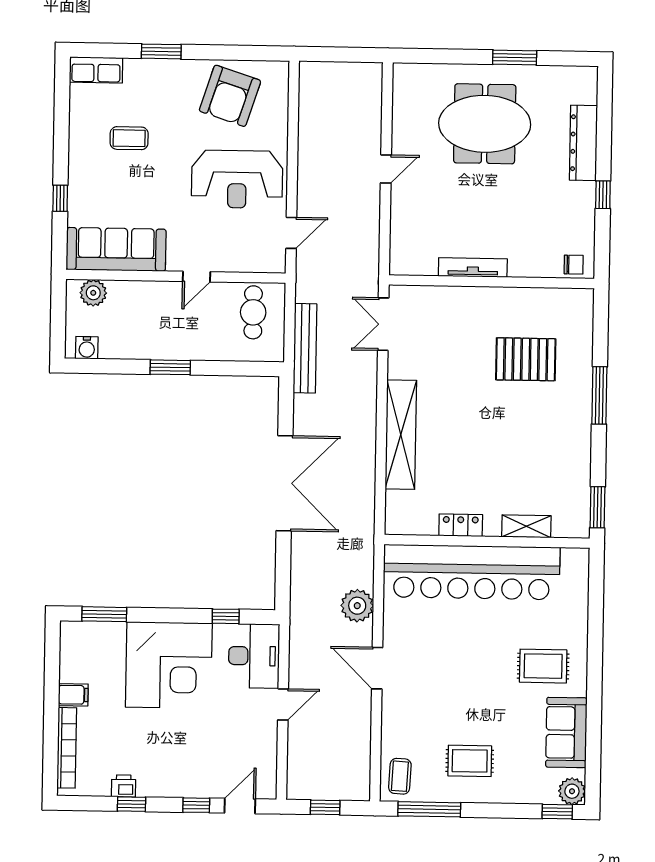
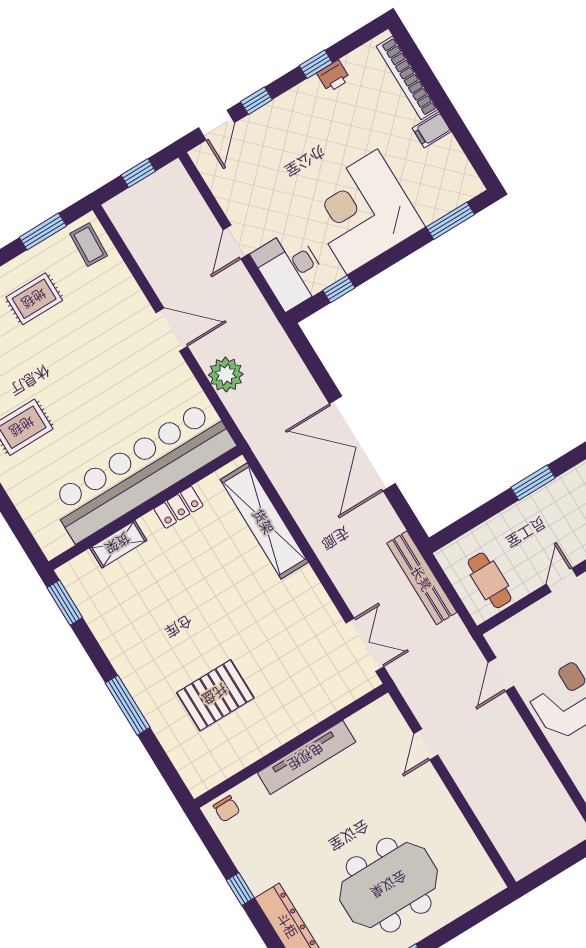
door: (386, 169) -> (426, 744), moved
chair: (574, 265) -> (227, 809), turned -90
tv unit: (473, 267) -> (306, 757), width x1.36, depth x1.29
shelving: (401, 435) -> (264, 521), moved
window: (429, 809) -> (43, 232), width x0.69

